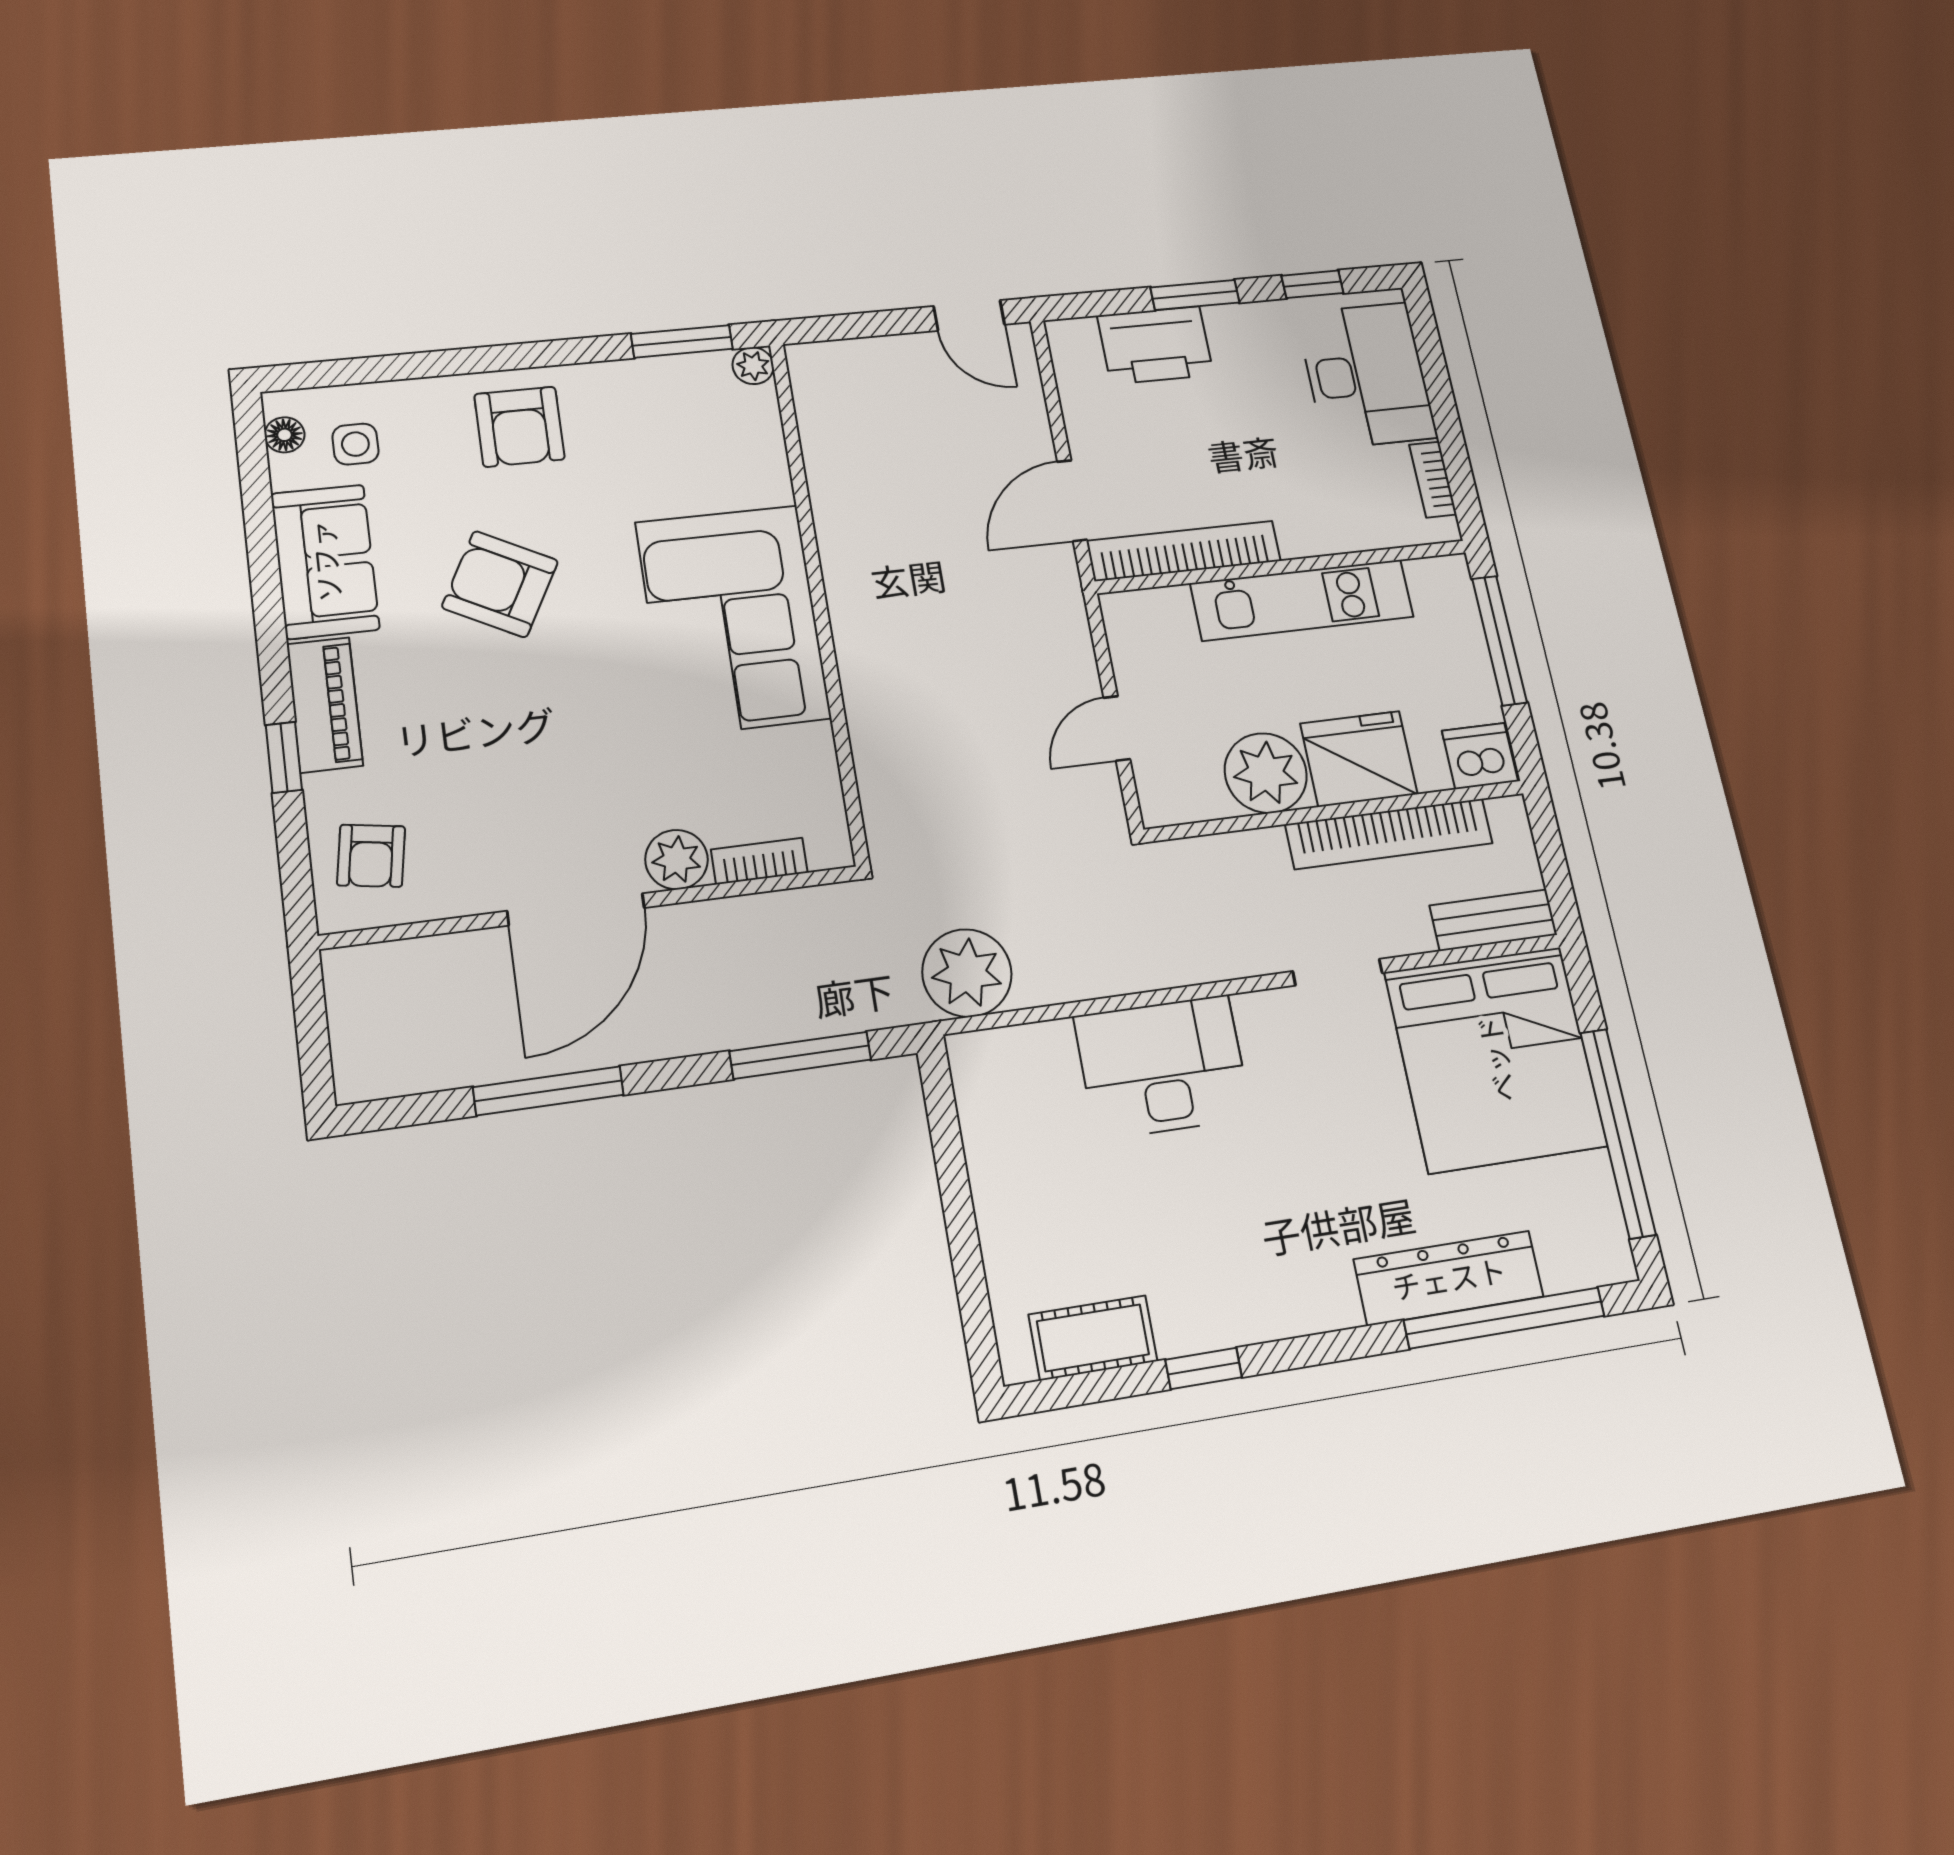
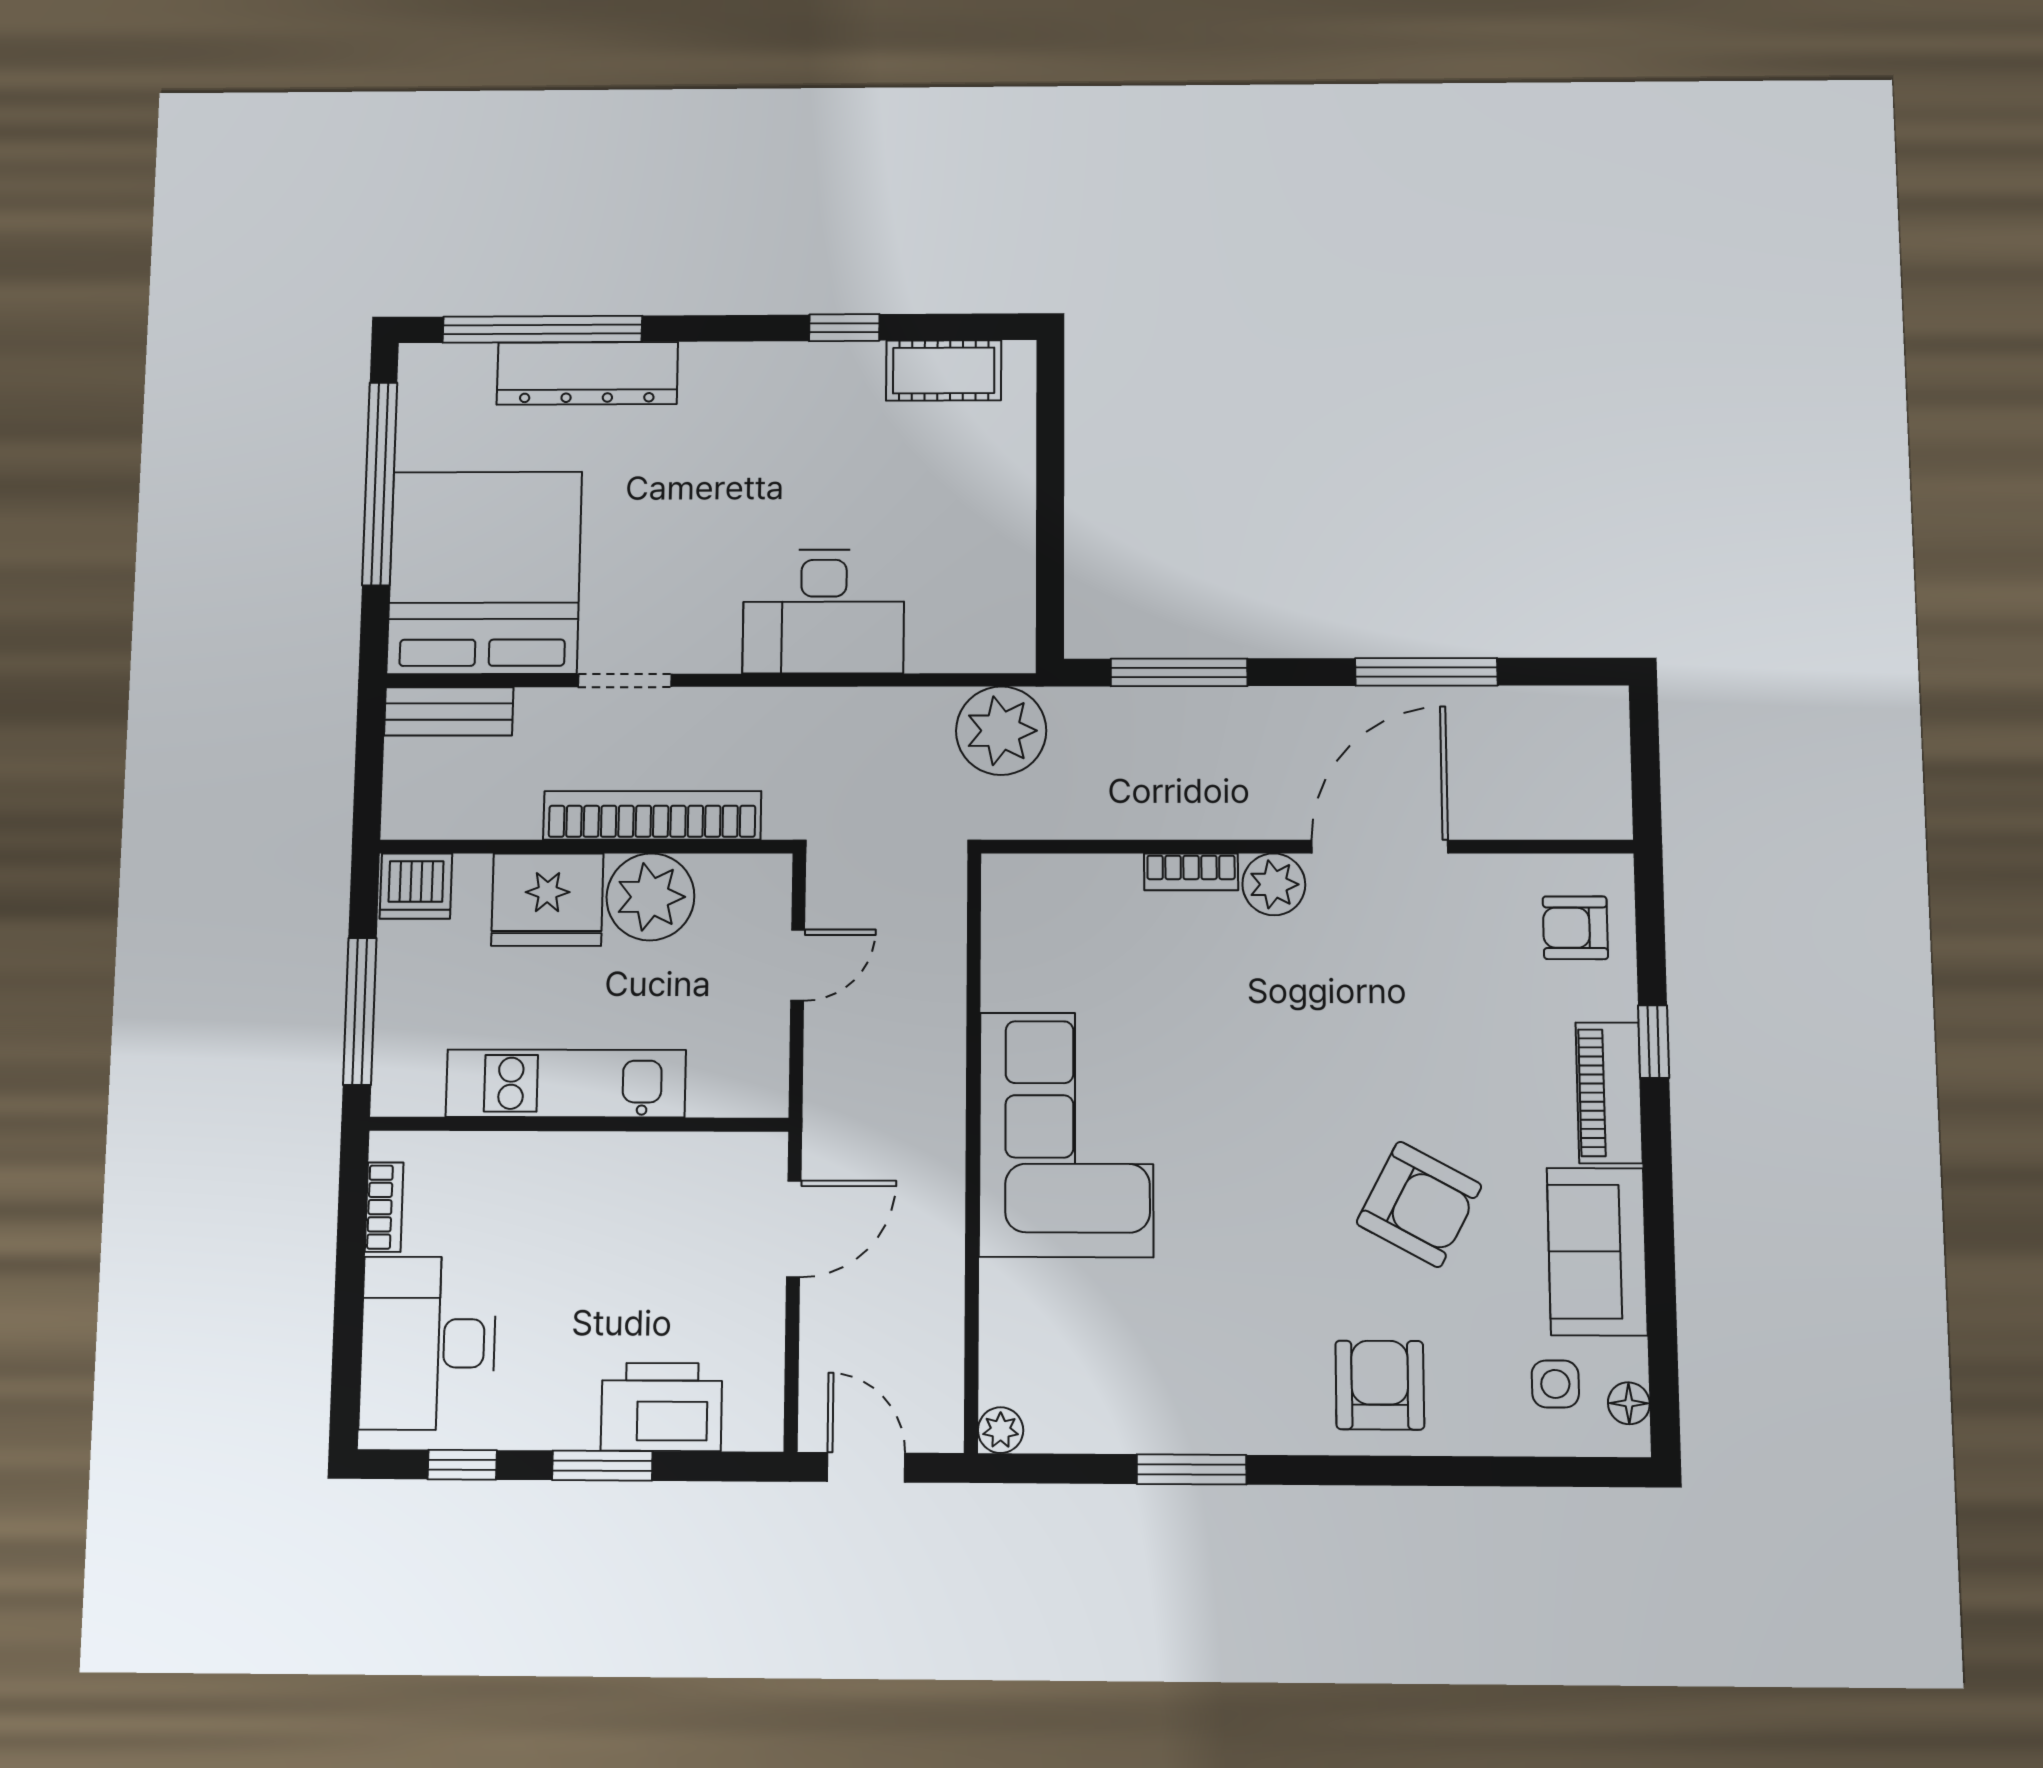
plant: (753, 366) -> (1001, 1430), moved
bookcase: (1184, 551) -> (683, 1155), removed
wall: (818, 598) -> (973, 1149), moved
corner sofa: (733, 620) -> (1066, 1134), moved
bookcase: (1389, 834) -> (652, 815), moved
armchair: (371, 856) -> (1575, 928), turned -99

